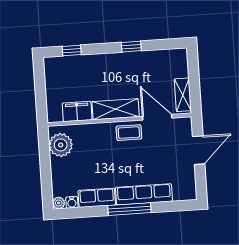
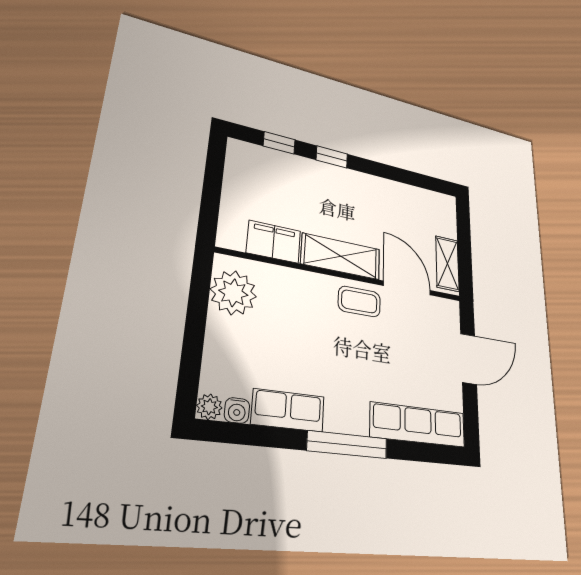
window: (131, 47) -> (332, 157), moved
row of seats: (144, 194) -> (418, 425), moved

